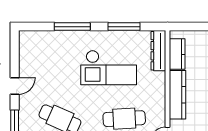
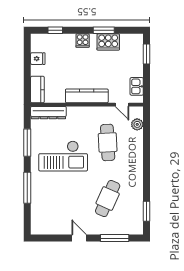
kitchen counter: (177, 54) -> (37, 90), moved, turned 90
checkout: (109, 68) -> (63, 156), turned 90

